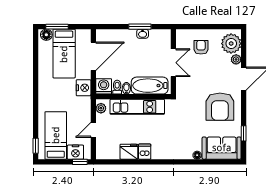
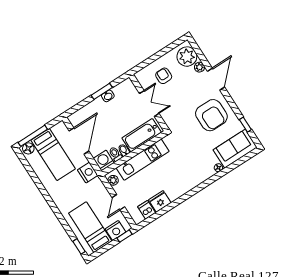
window: (57, 27) -> (33, 136), width x1.44
dishwasher: (145, 152) -> (147, 210), moved

